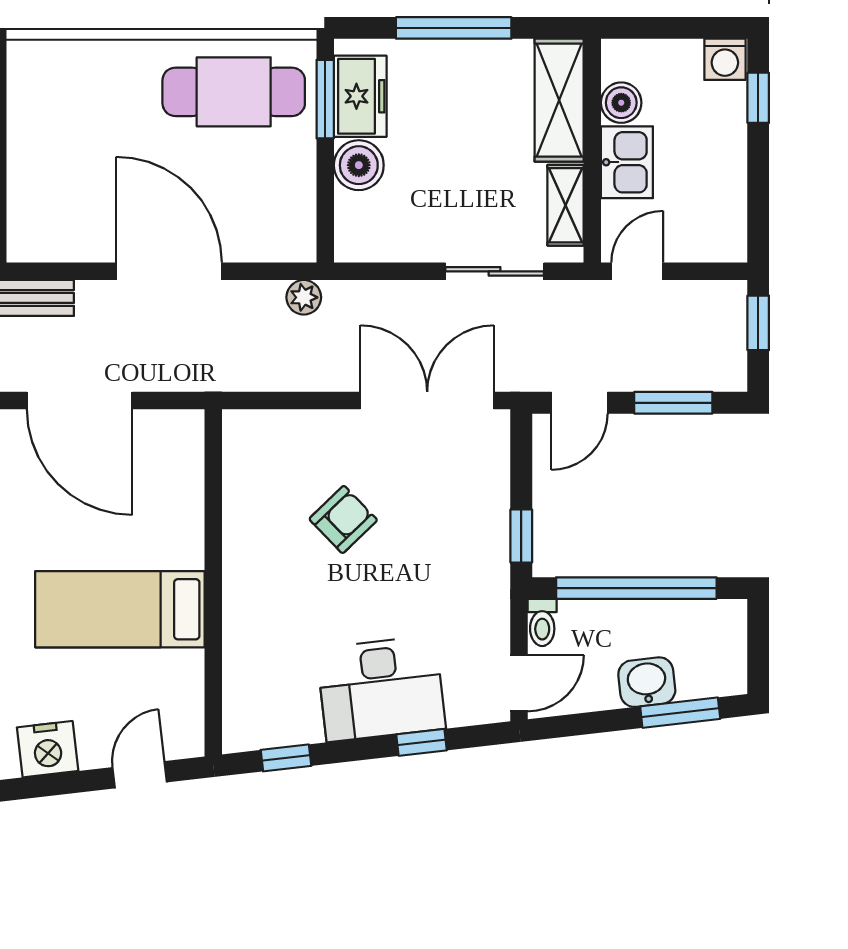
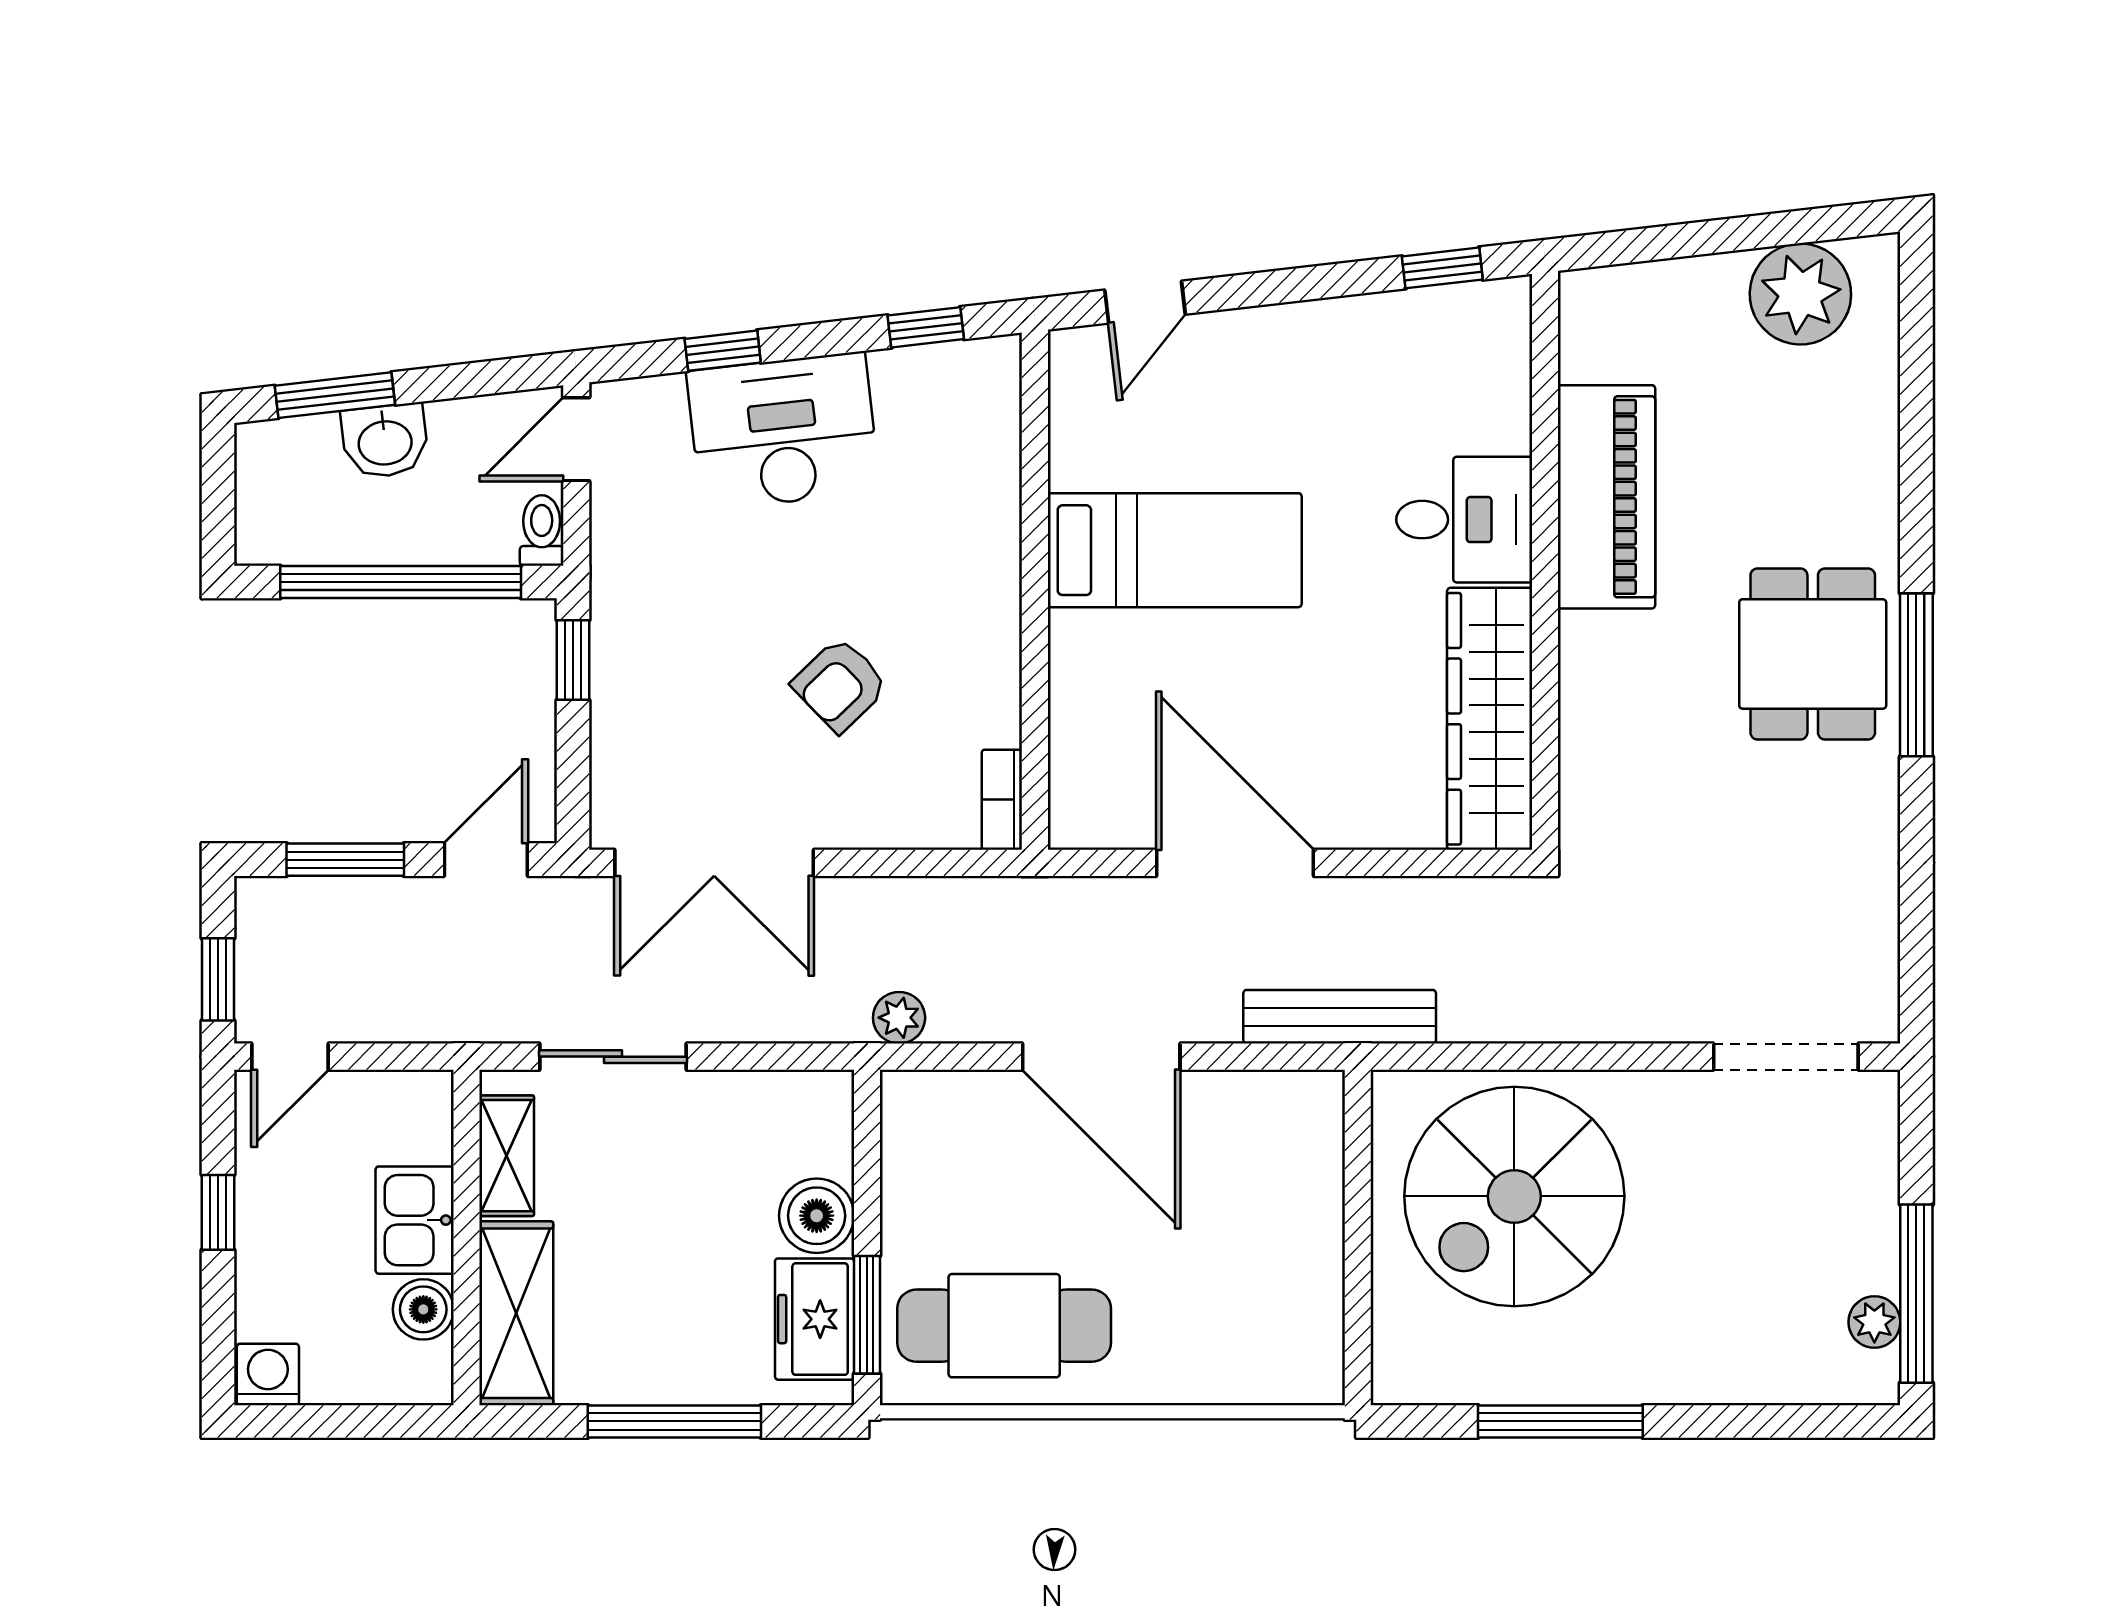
window: (758, 98) -> (218, 1212), moved
door: (637, 271) -> (290, 1057), moved
bookcase: (235, 443) -> (1002, 800), added
nightstand: (48, 749) -> (1283, 340), removed

